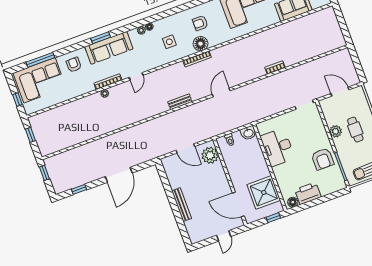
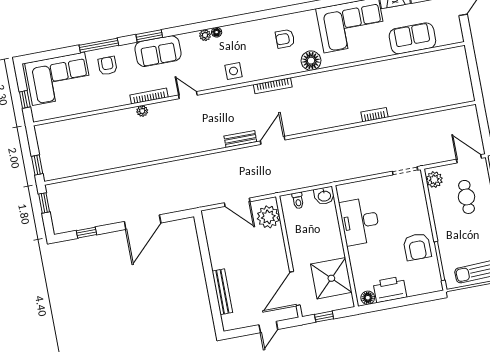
side table: (169, 42) -> (233, 71), moved
floor lamp: (201, 44) -> (311, 61), moved
sofa: (109, 48) -> (158, 51), width x0.73
window: (40, 60) -> (99, 45), moved
door: (136, 76) -> (188, 95), swing flipped
door: (340, 92) -> (469, 159), moved
door: (221, 93) -> (273, 140), moved
cafe table: (355, 130) -> (466, 197), moved
plant: (336, 131) -> (434, 180), moved
window: (30, 135) -> (37, 165), moved
door: (238, 204) -> (295, 289), hinge flipped
bench: (182, 205) -> (222, 292), moved
window: (273, 218) -> (324, 317), moved

